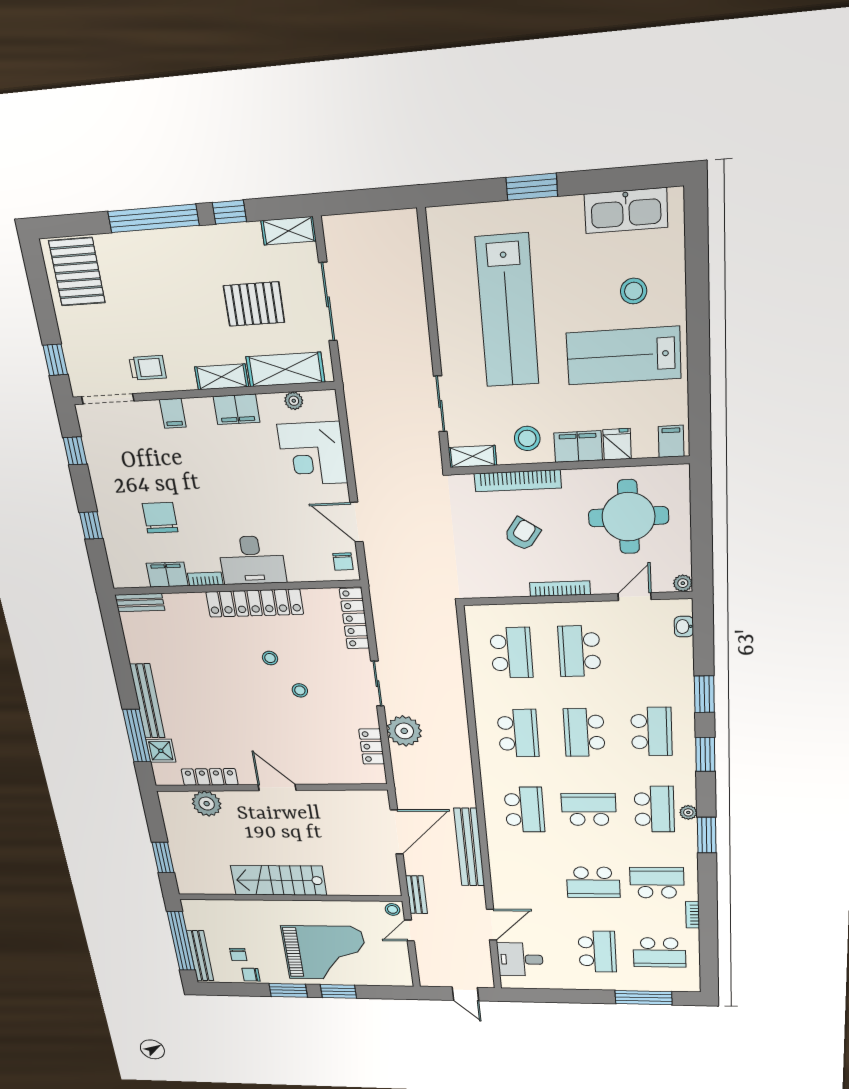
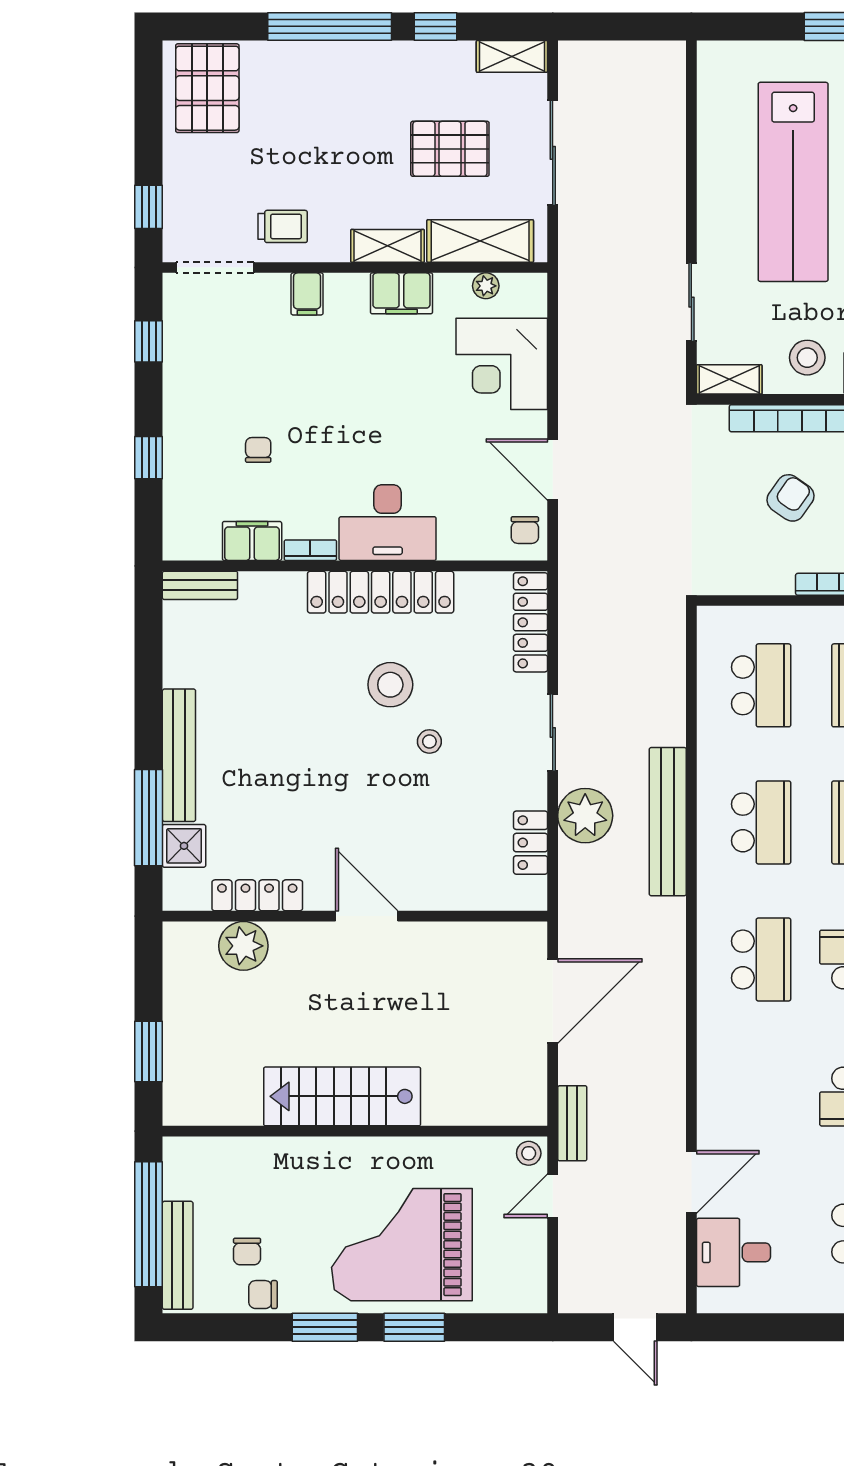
chair: (160, 518) -> (258, 450), width x0.54, depth x0.54
stool: (270, 658) -> (390, 685), width x1.89, depth x1.89
bench: (469, 847) -> (668, 822), moved
grand piano: (325, 953) -> (402, 1245), turned 180

